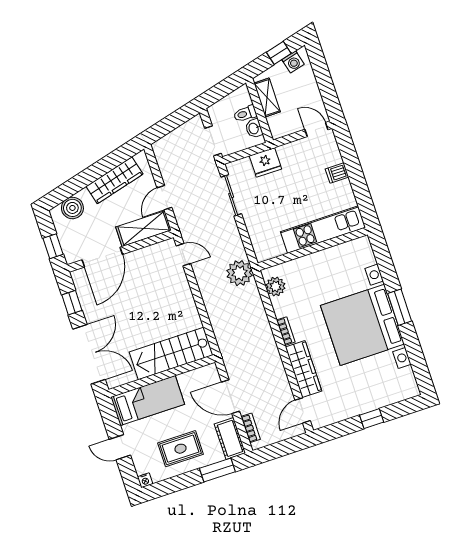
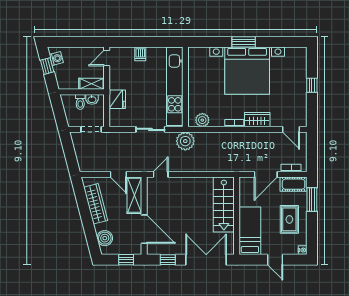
shelving: (267, 97) -> (92, 84), moved
sliding door: (231, 195) -> (150, 129), moved
kitchen unit: (323, 230) -> (175, 86), width x1.36
wardrobe: (304, 369) -> (257, 120), width x0.67
door: (120, 447) -> (275, 260), hinge flipped

